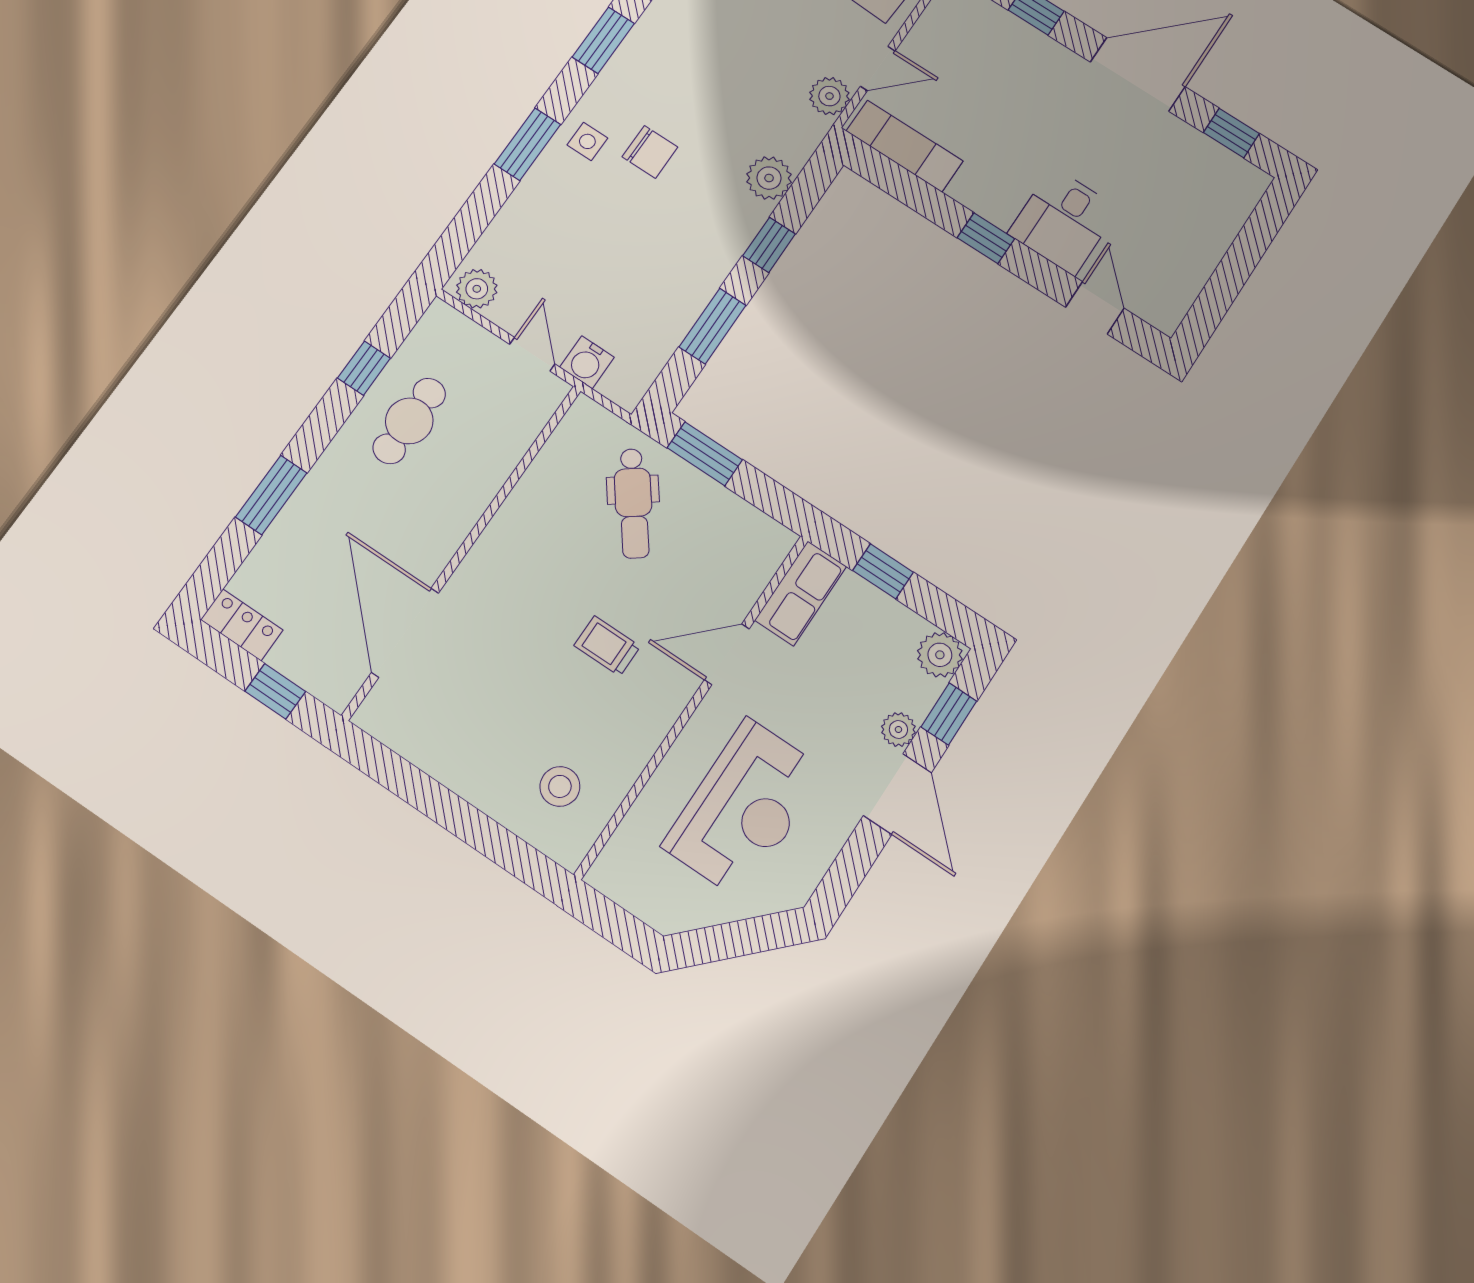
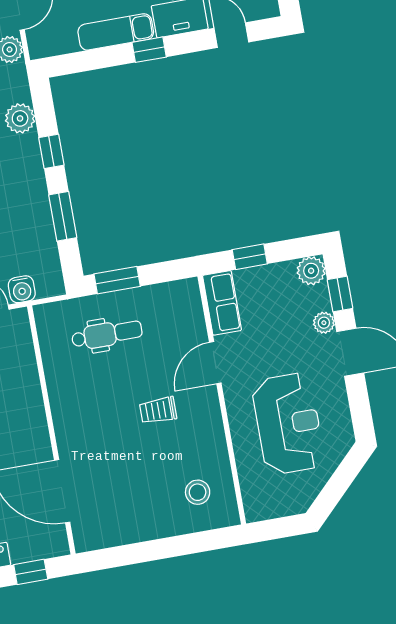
exam couch: (904, 146) -> (116, 32), moved
dental chair: (633, 503) -> (107, 334), turned -53

